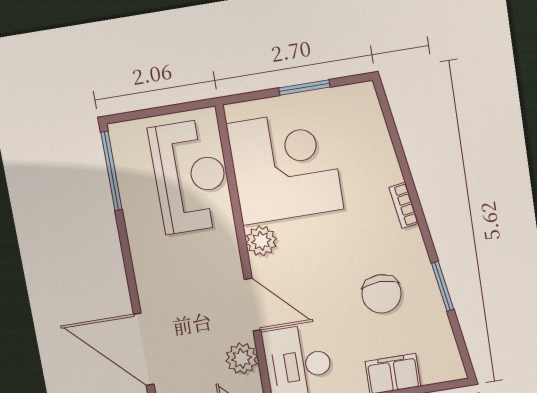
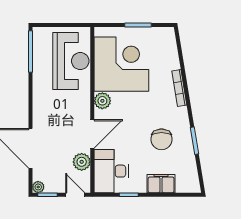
bookcase: (404, 205) -> (179, 88), width x1.56
door: (253, 305) -> (92, 134), hinge flipped

